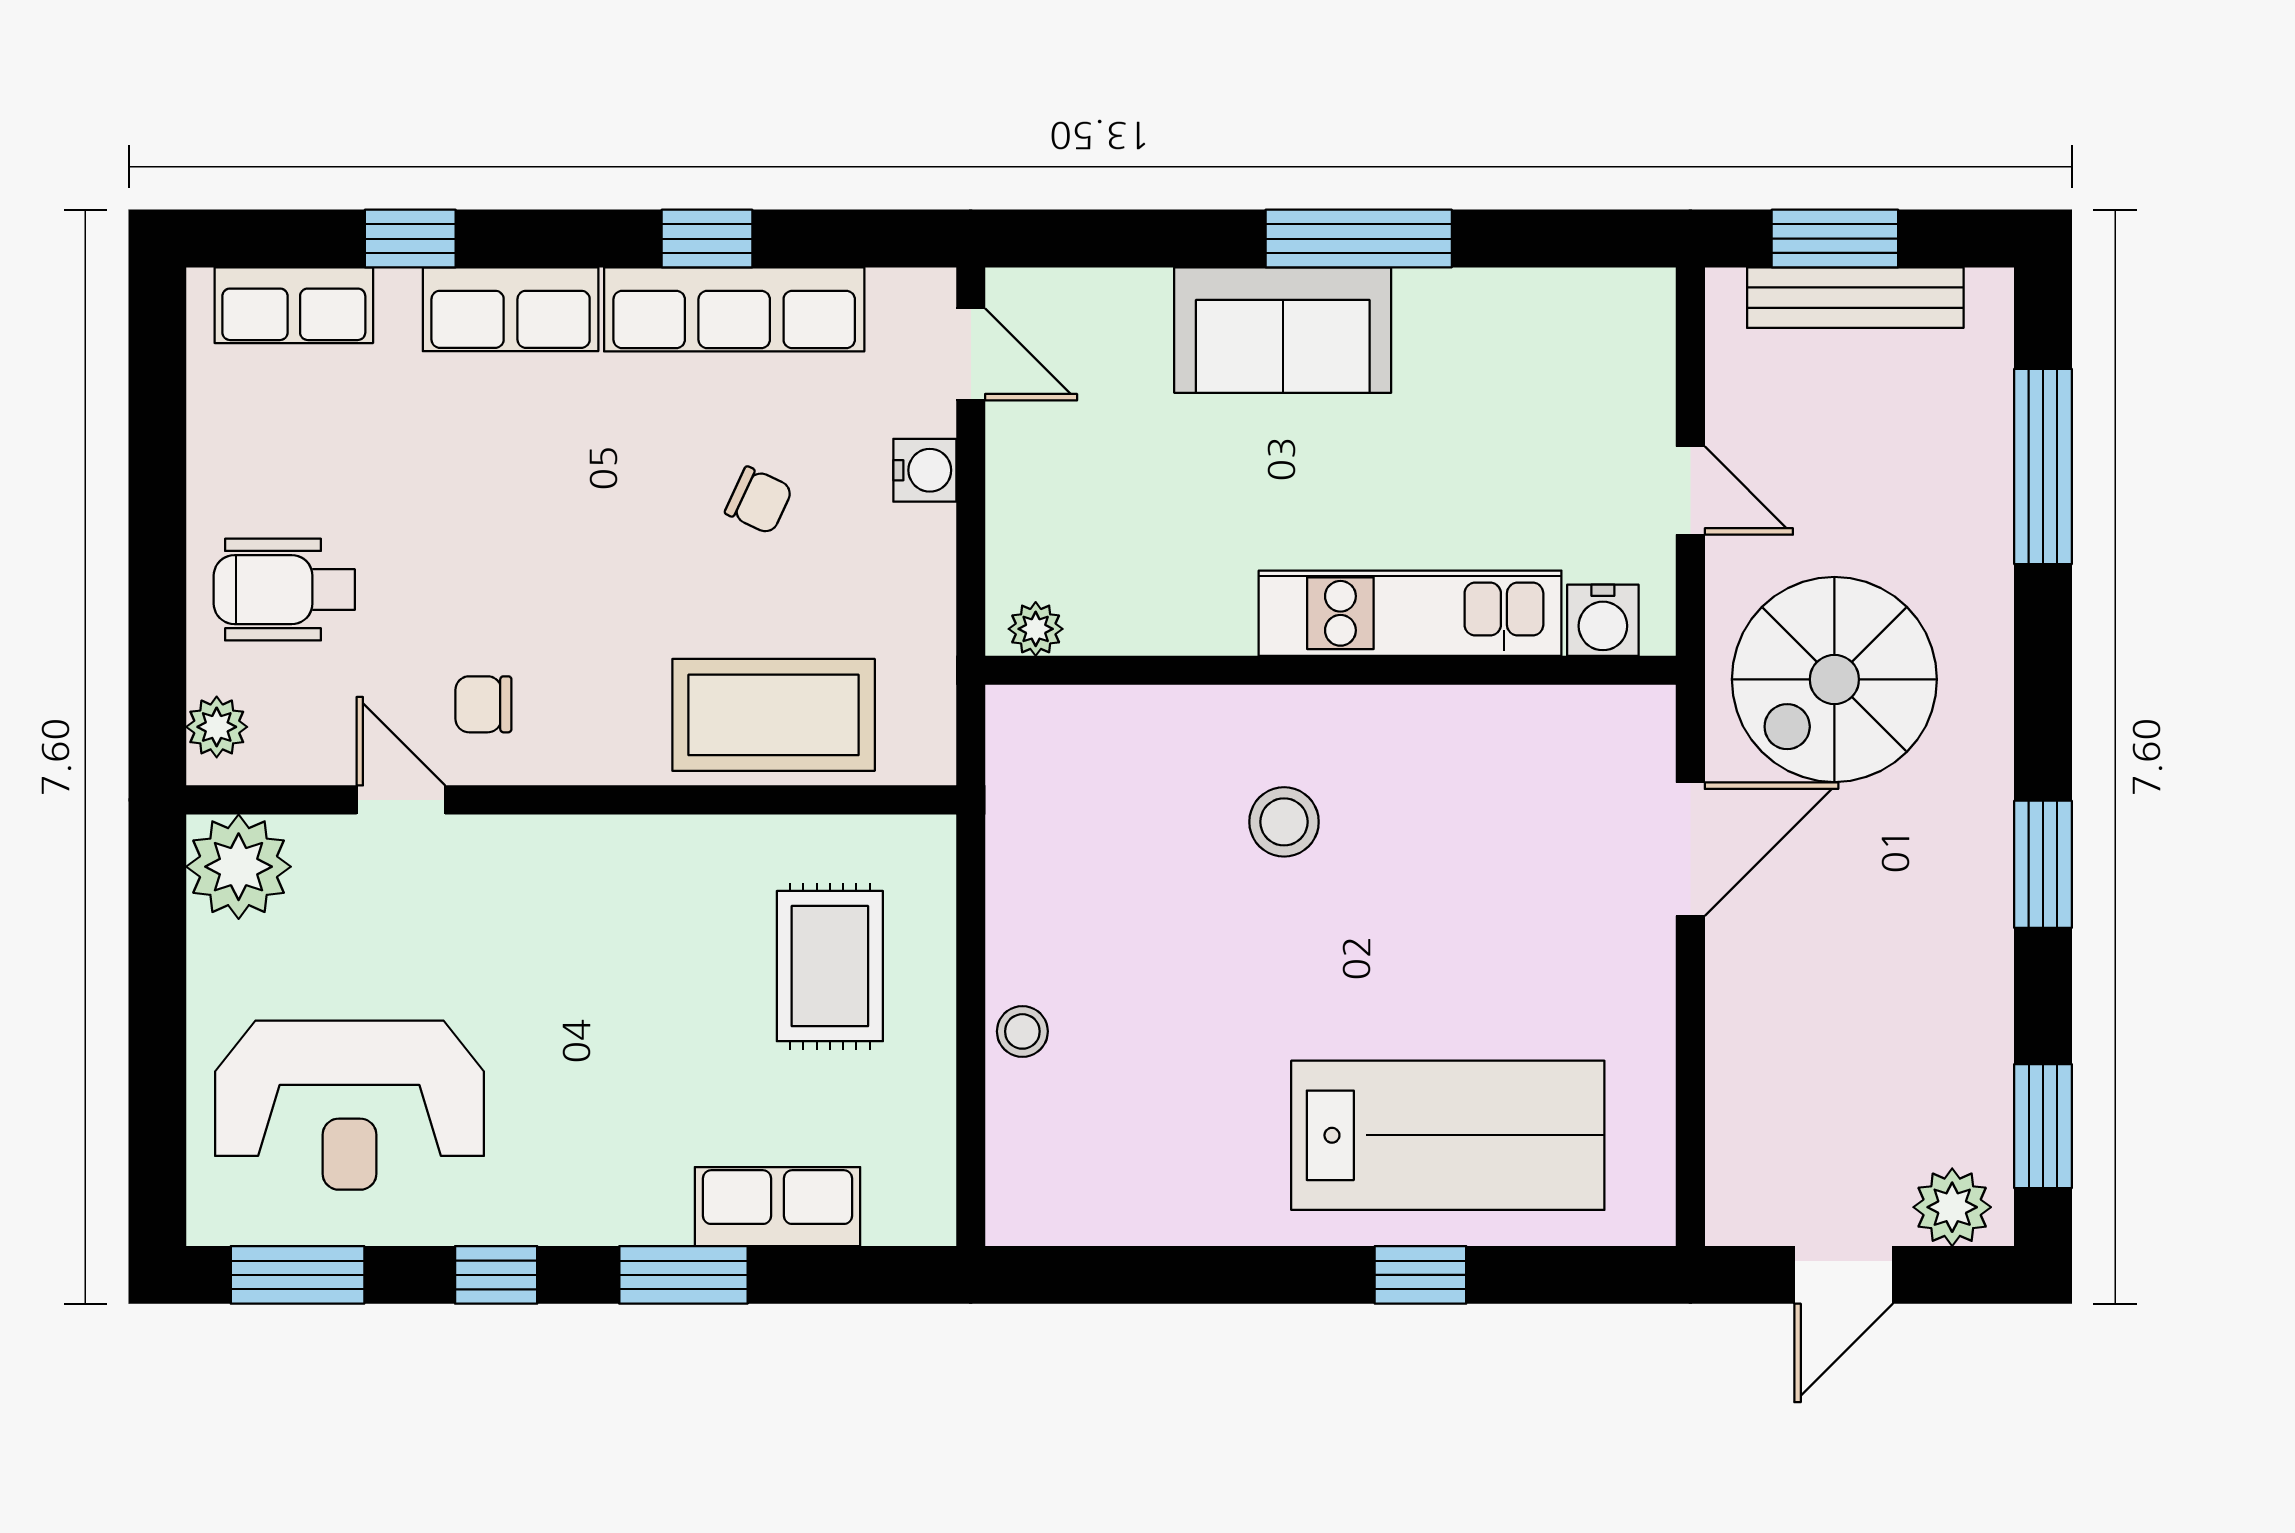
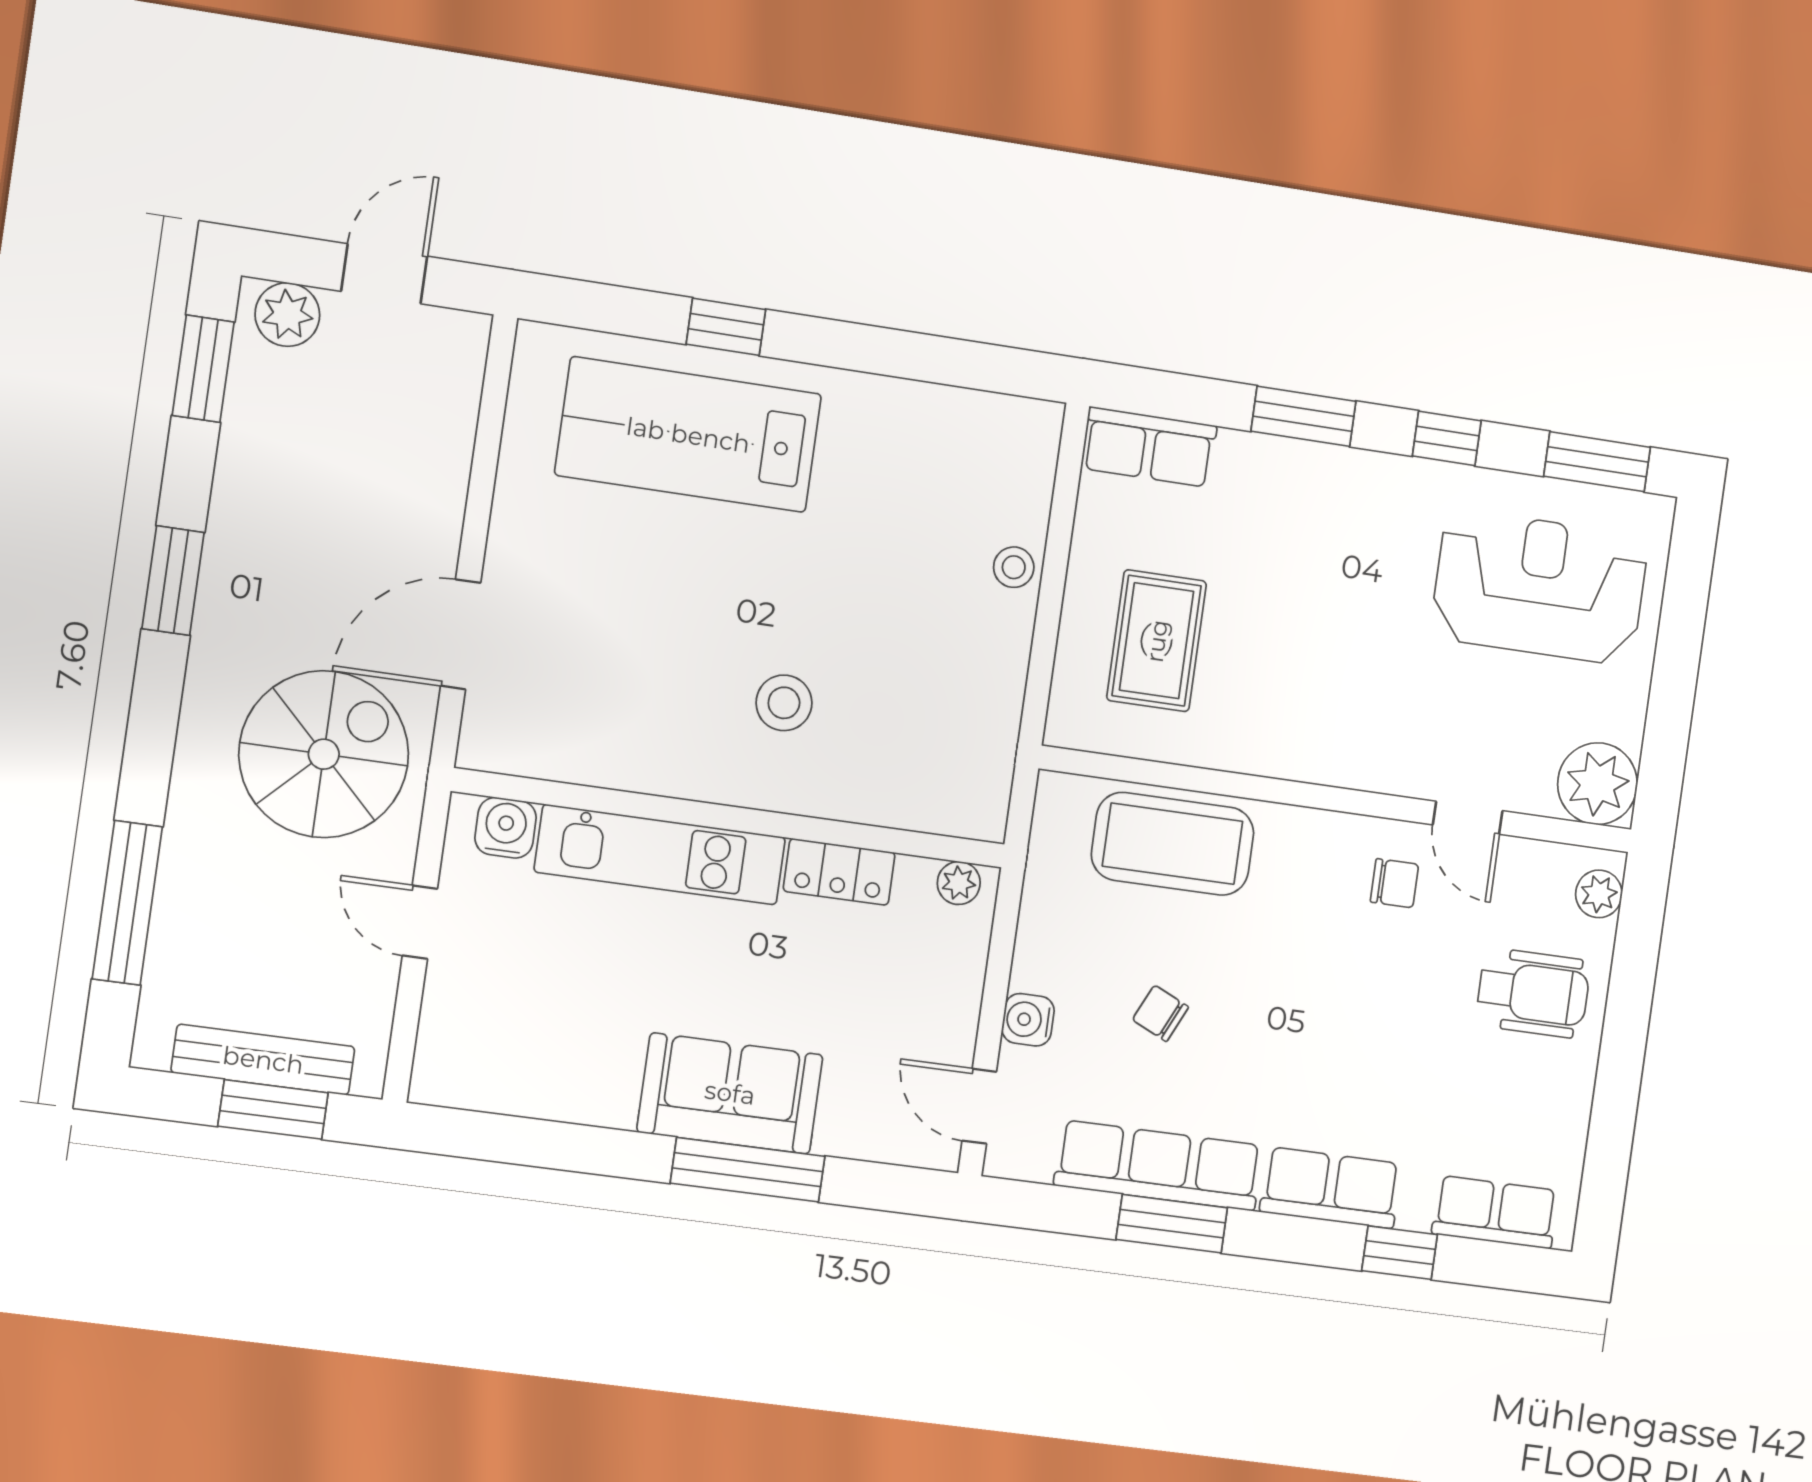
window: (707, 239) -> (1172, 1224), width x1.50
window: (1359, 239) -> (748, 1170), moved
locker: (1186, 622) -> (839, 872), added
row of seats: (778, 1207) -> (1149, 447), moved

